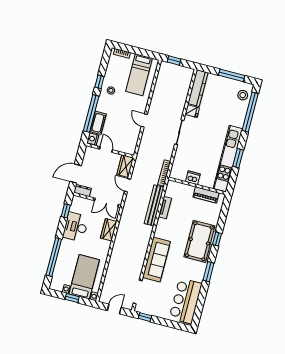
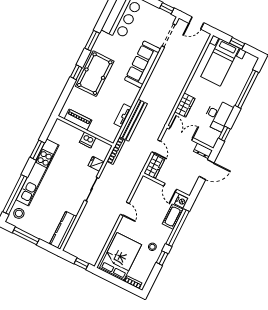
bed: (139, 75) -> (120, 257), width x1.50
fridge: (192, 111) -> (96, 164), moved
kitchen unit: (228, 159) -> (38, 172), moved

